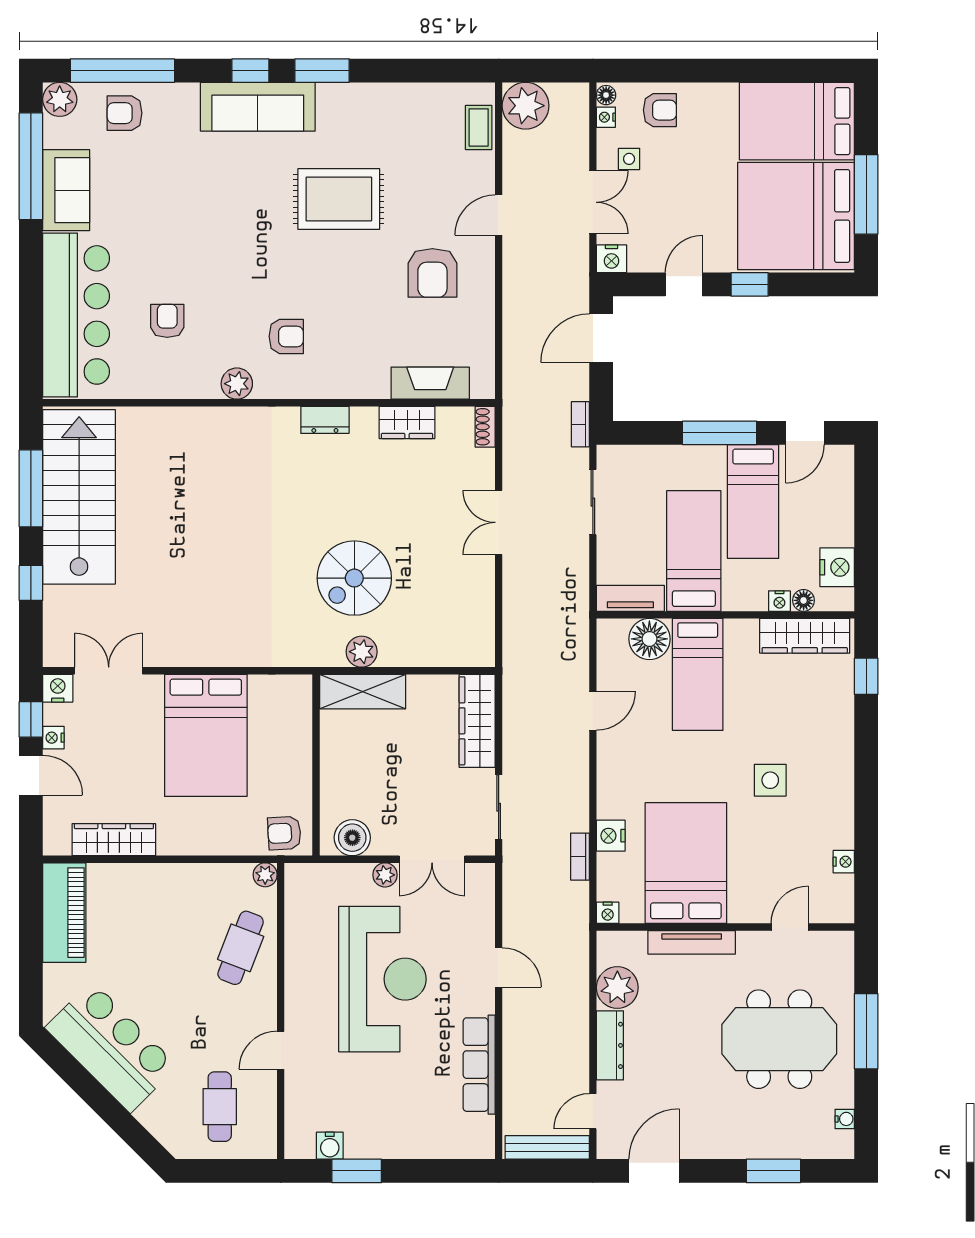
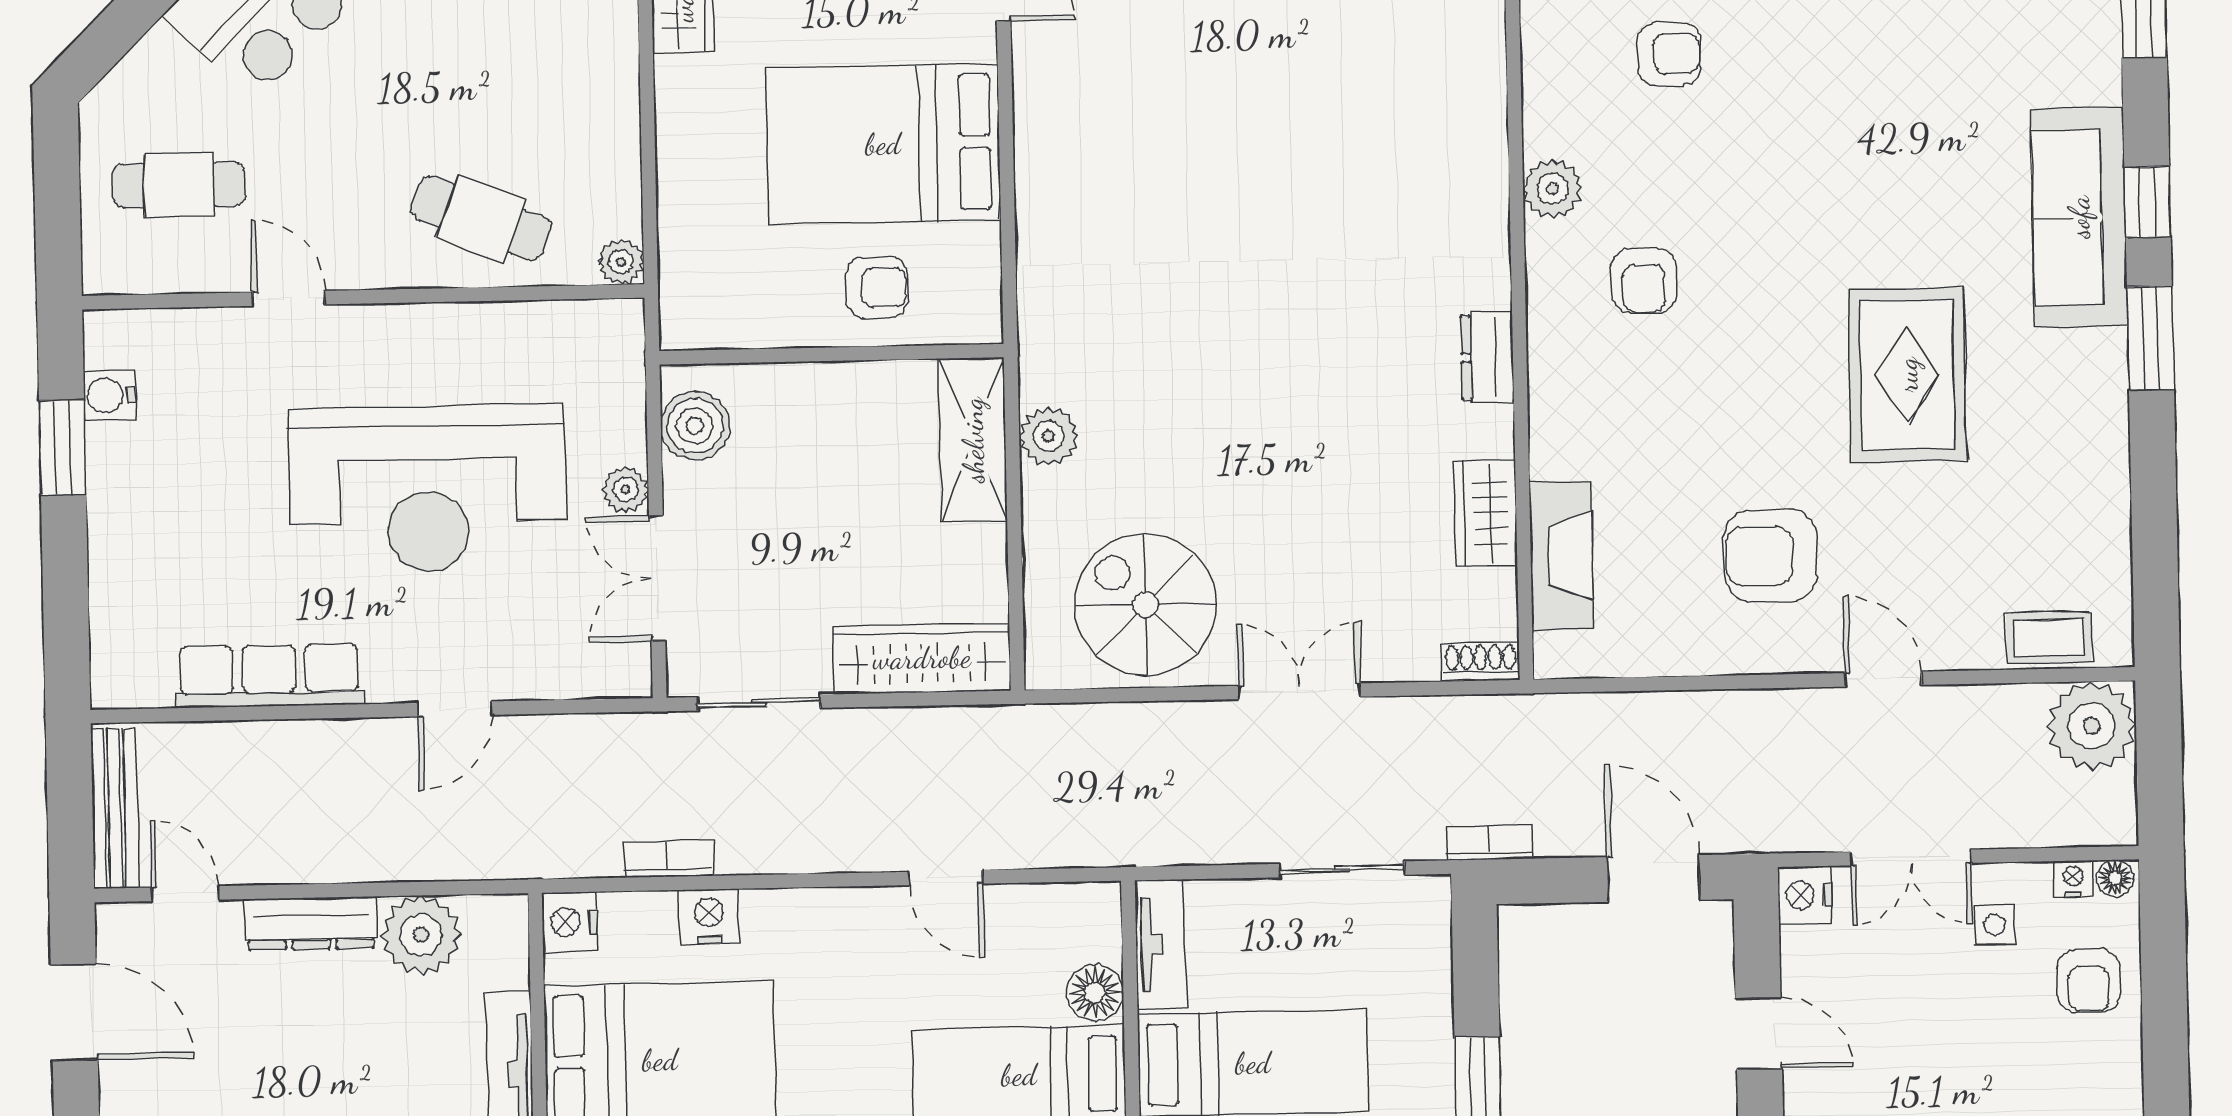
spiral stairs: (354, 578) -> (1146, 605), moved
floor lamp: (649, 639) -> (1095, 993), width x0.73, depth x0.73
armchair: (284, 833) -> (877, 288), moved, turned 93
nightstand: (608, 913) -> (570, 922), width x1.39, depth x1.35

